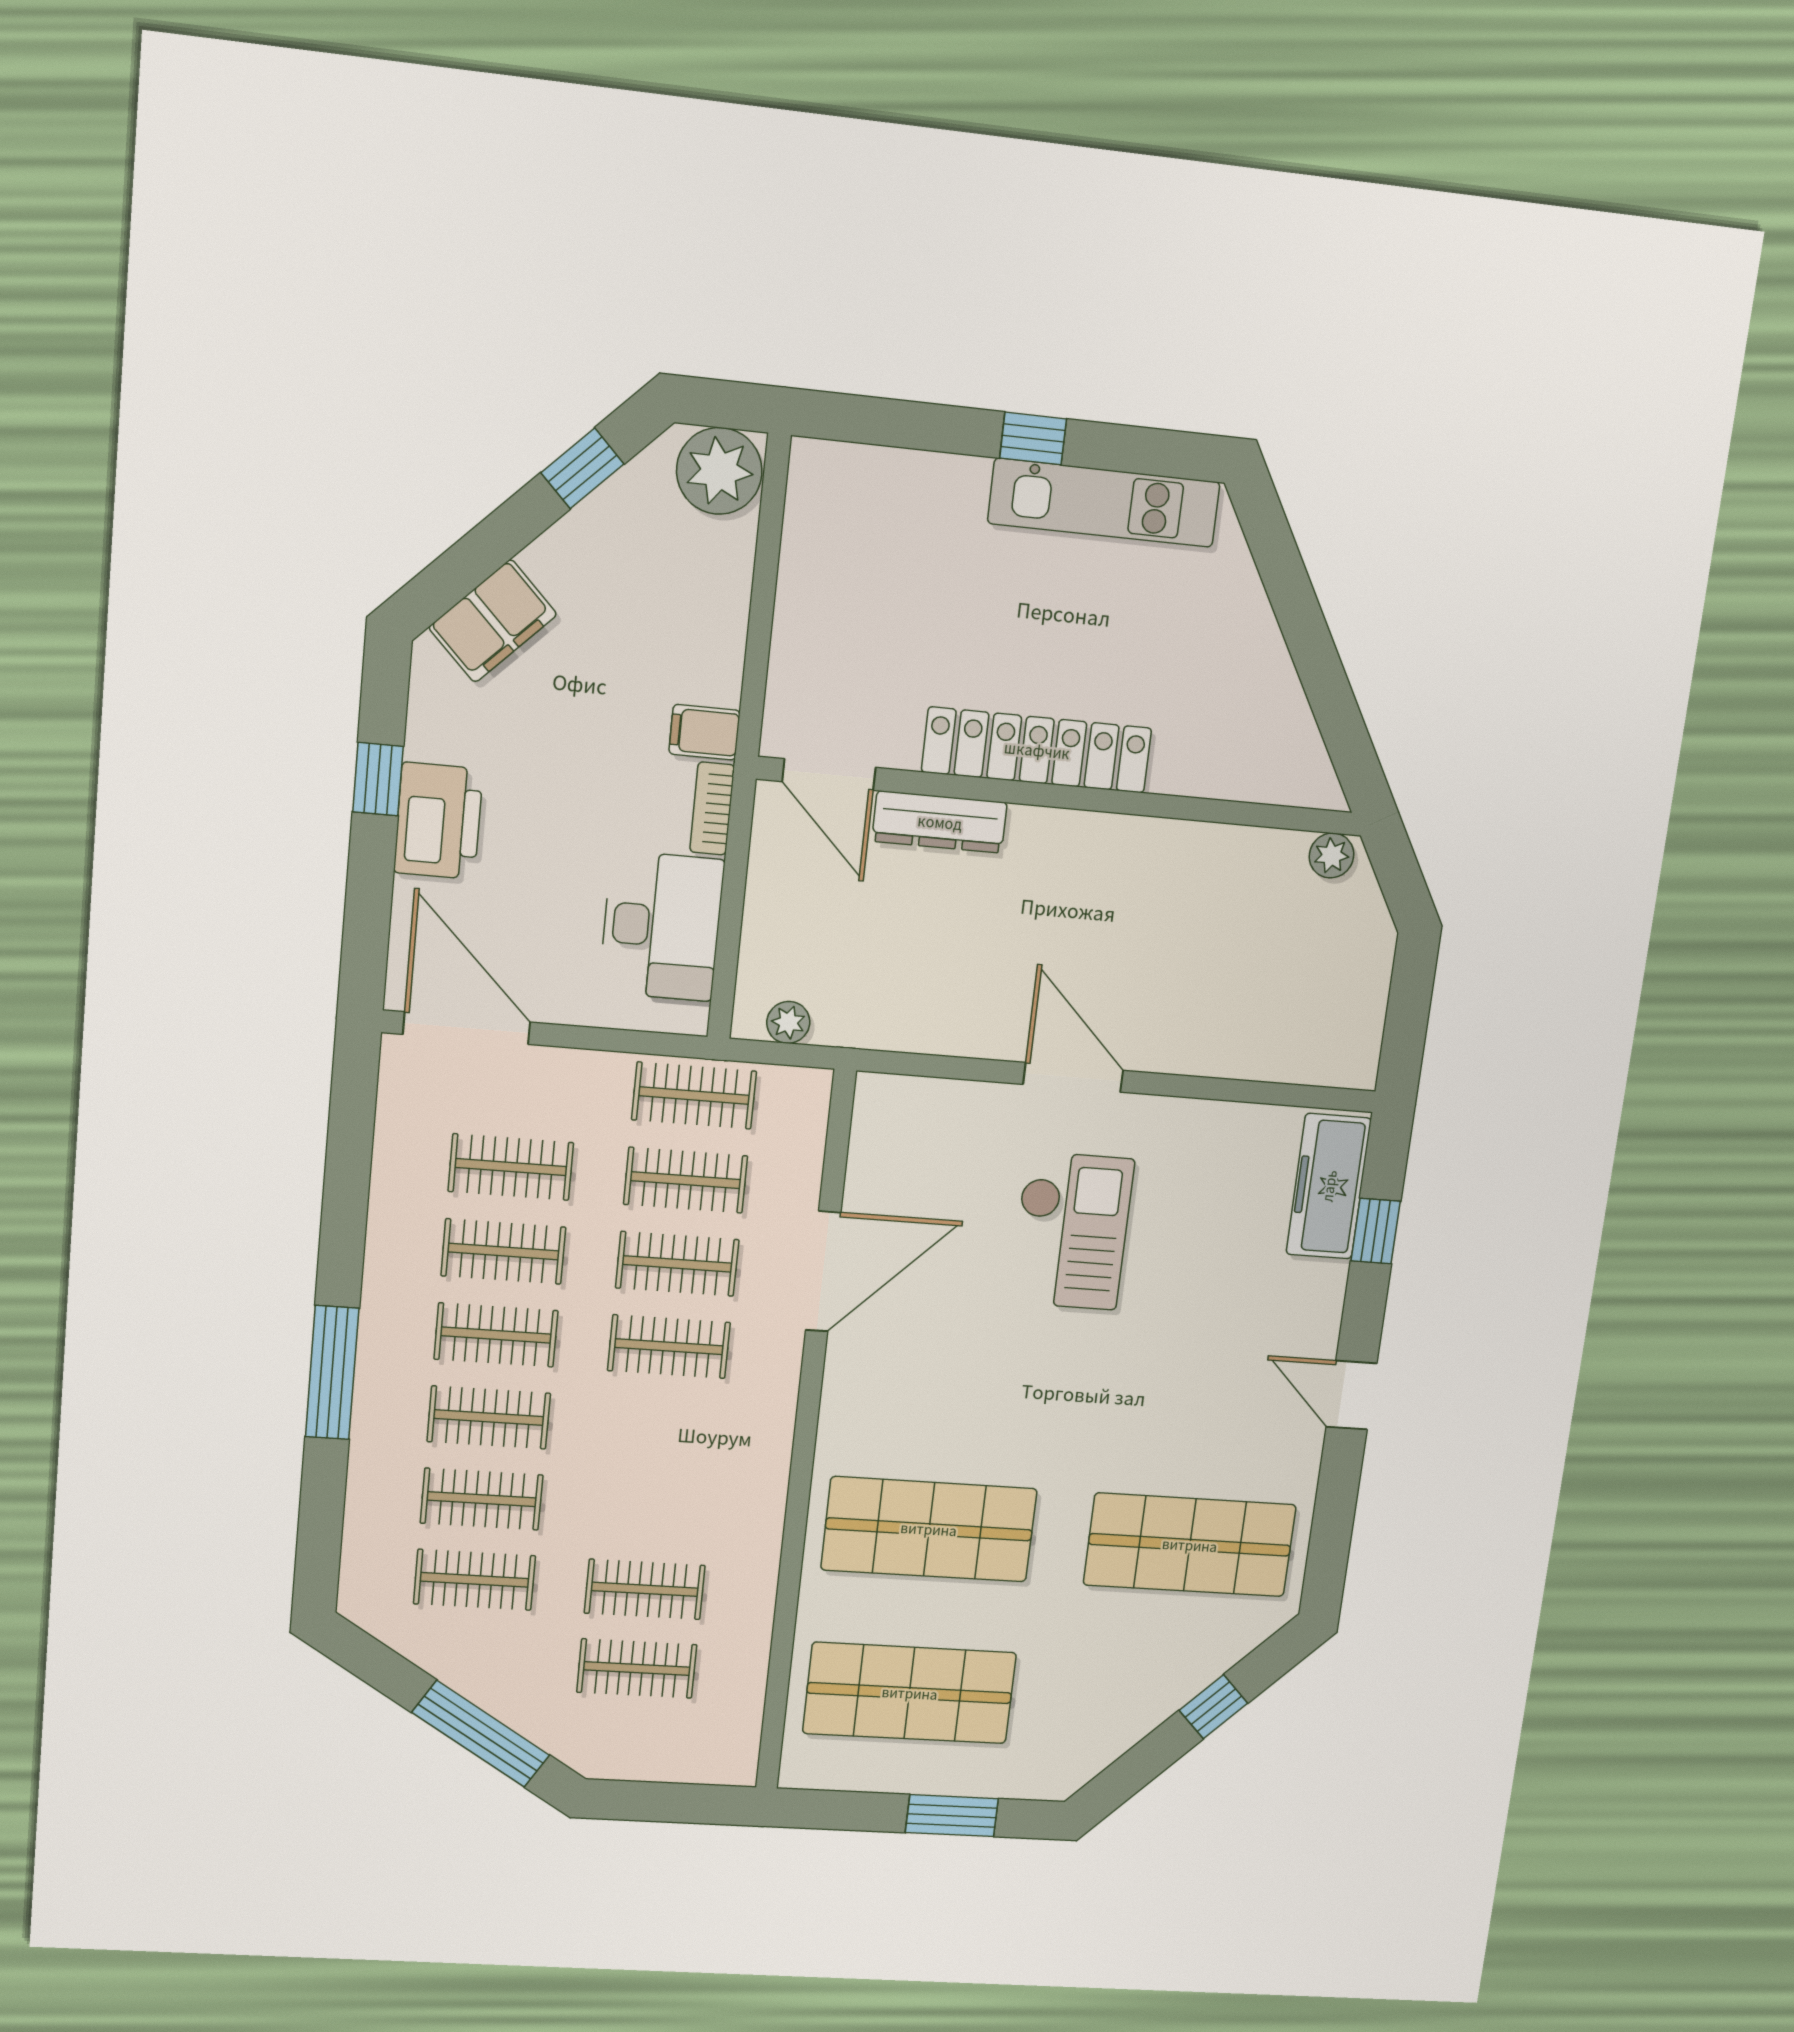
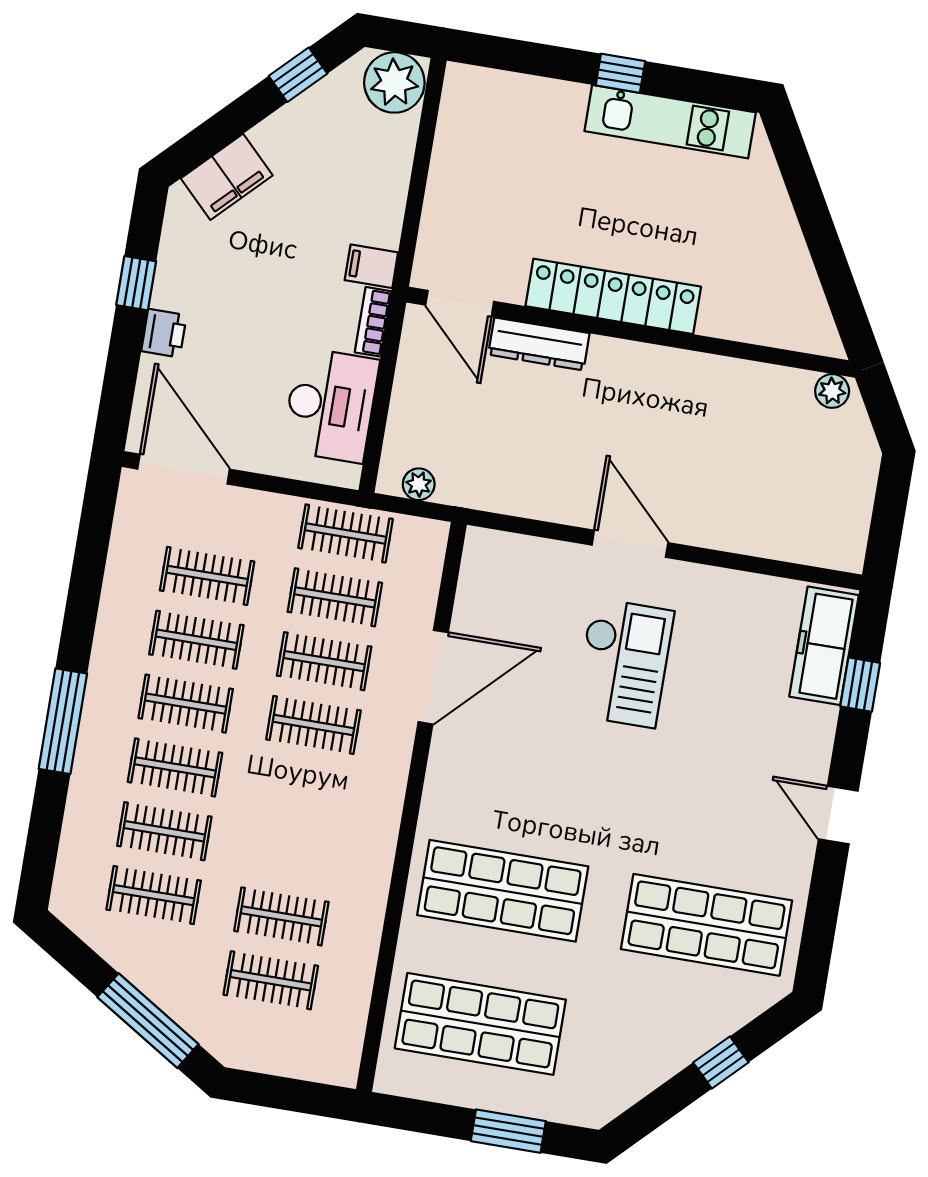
printer: (438, 821) -> (164, 333), width x0.53, depth x0.68

